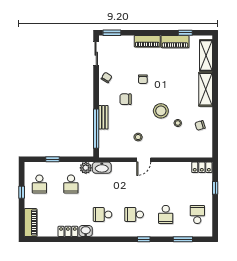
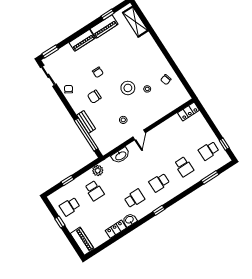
shelving: (206, 89) -> (152, 48), removed
washbasin: (102, 168) -> (121, 156), moved
school desk: (39, 184) -> (70, 207), turned 90
window: (215, 188) -> (224, 144), moved
school desk: (103, 214) -> (134, 199), turned 180
school desk: (197, 214) -> (209, 151), turned -90
window: (144, 239) -> (159, 210), moved

